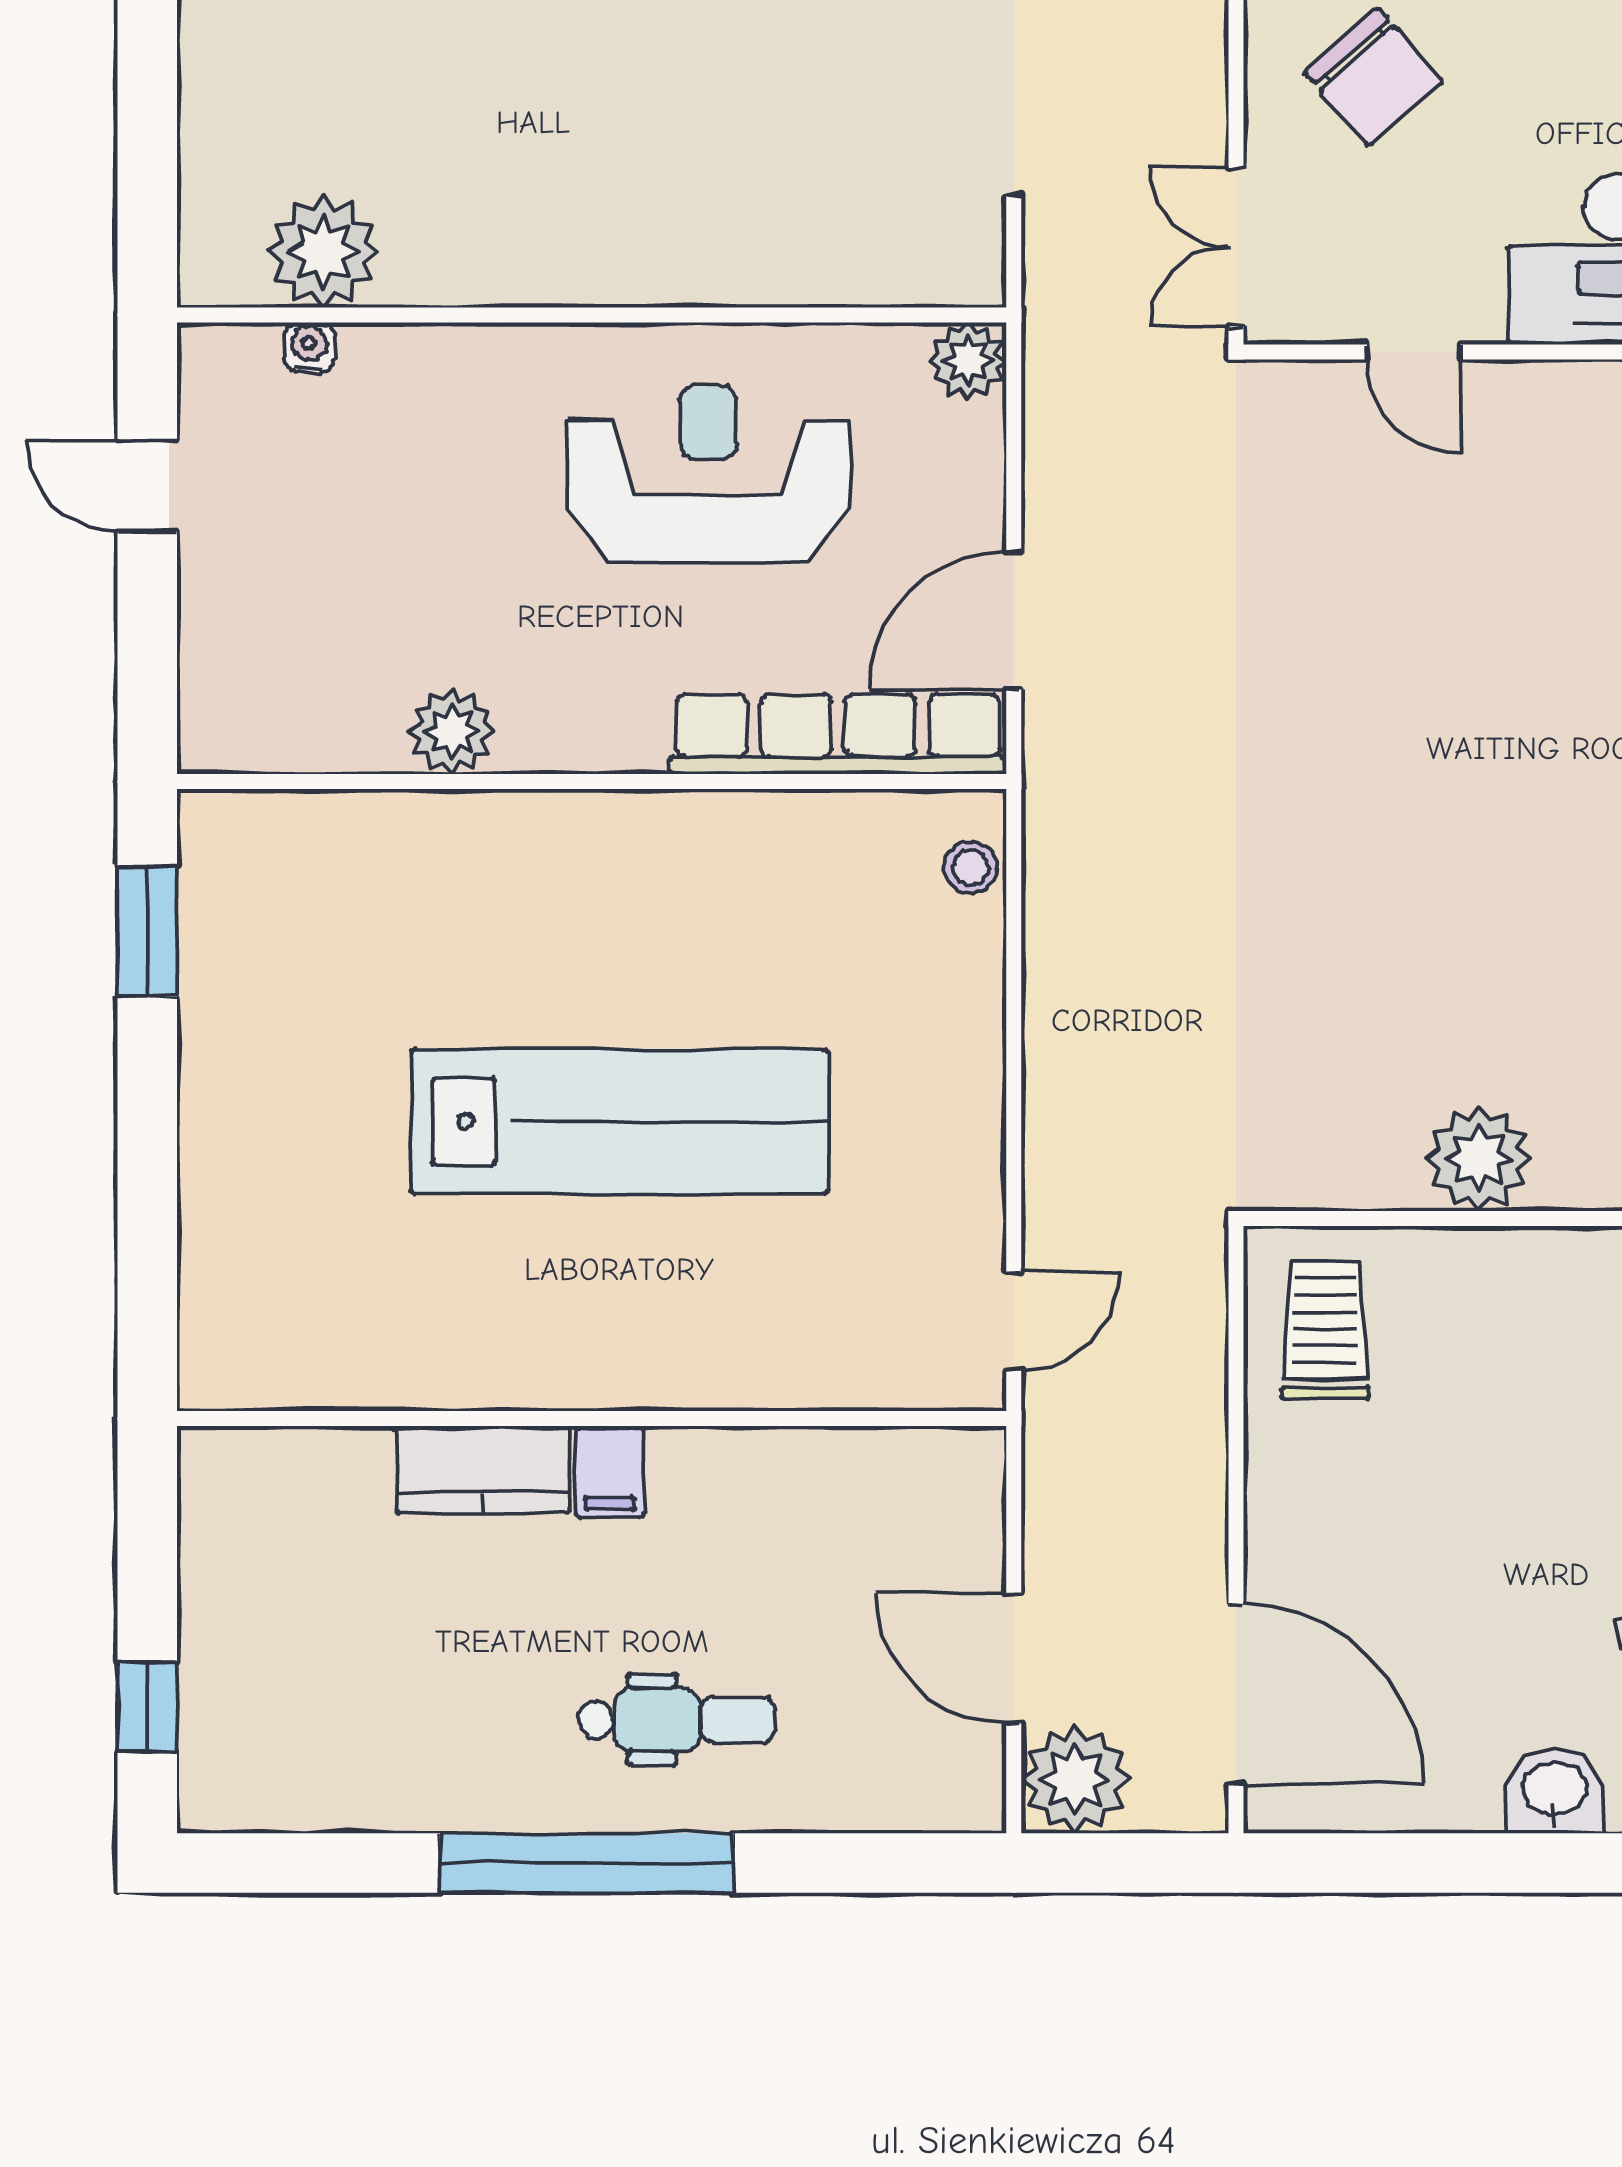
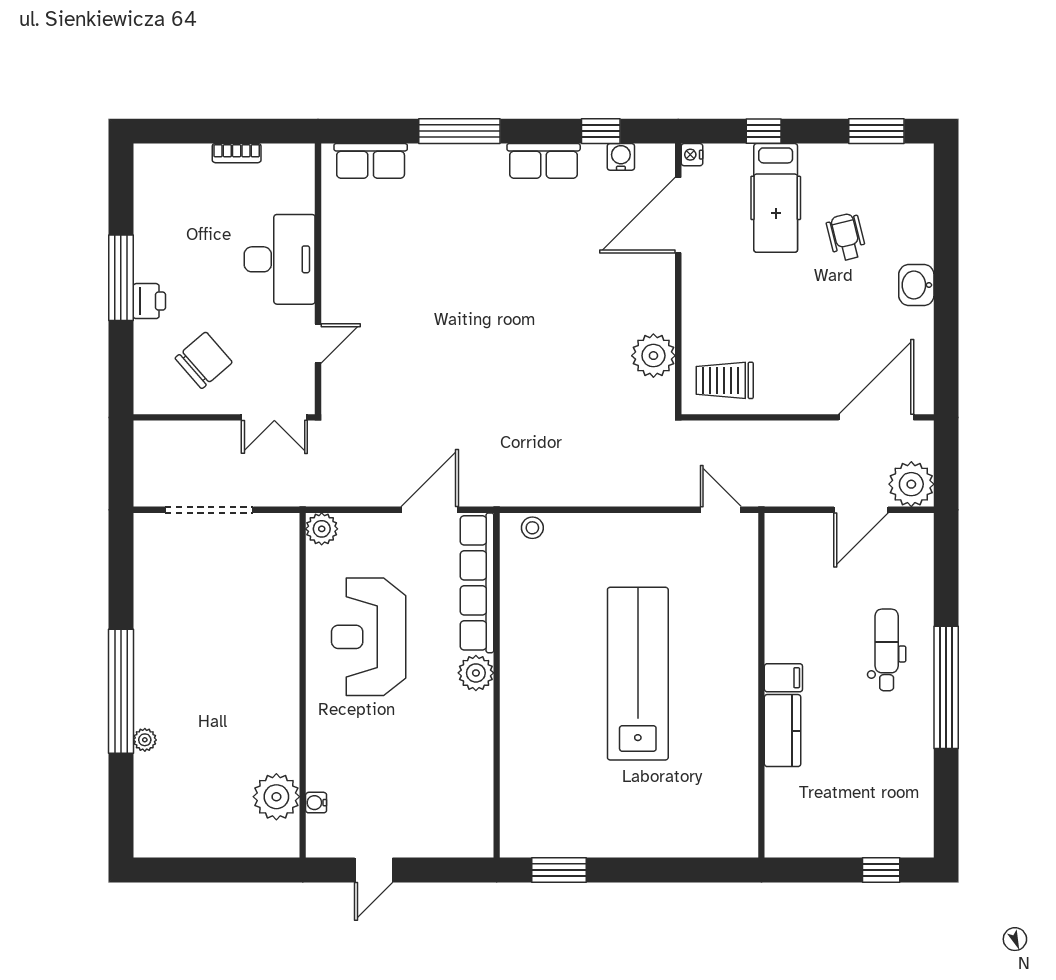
door: (1014, 621) -> (430, 510), swing flipped
plant: (452, 732) -> (476, 673), moved
plant: (1479, 1159) -> (653, 356), moved

